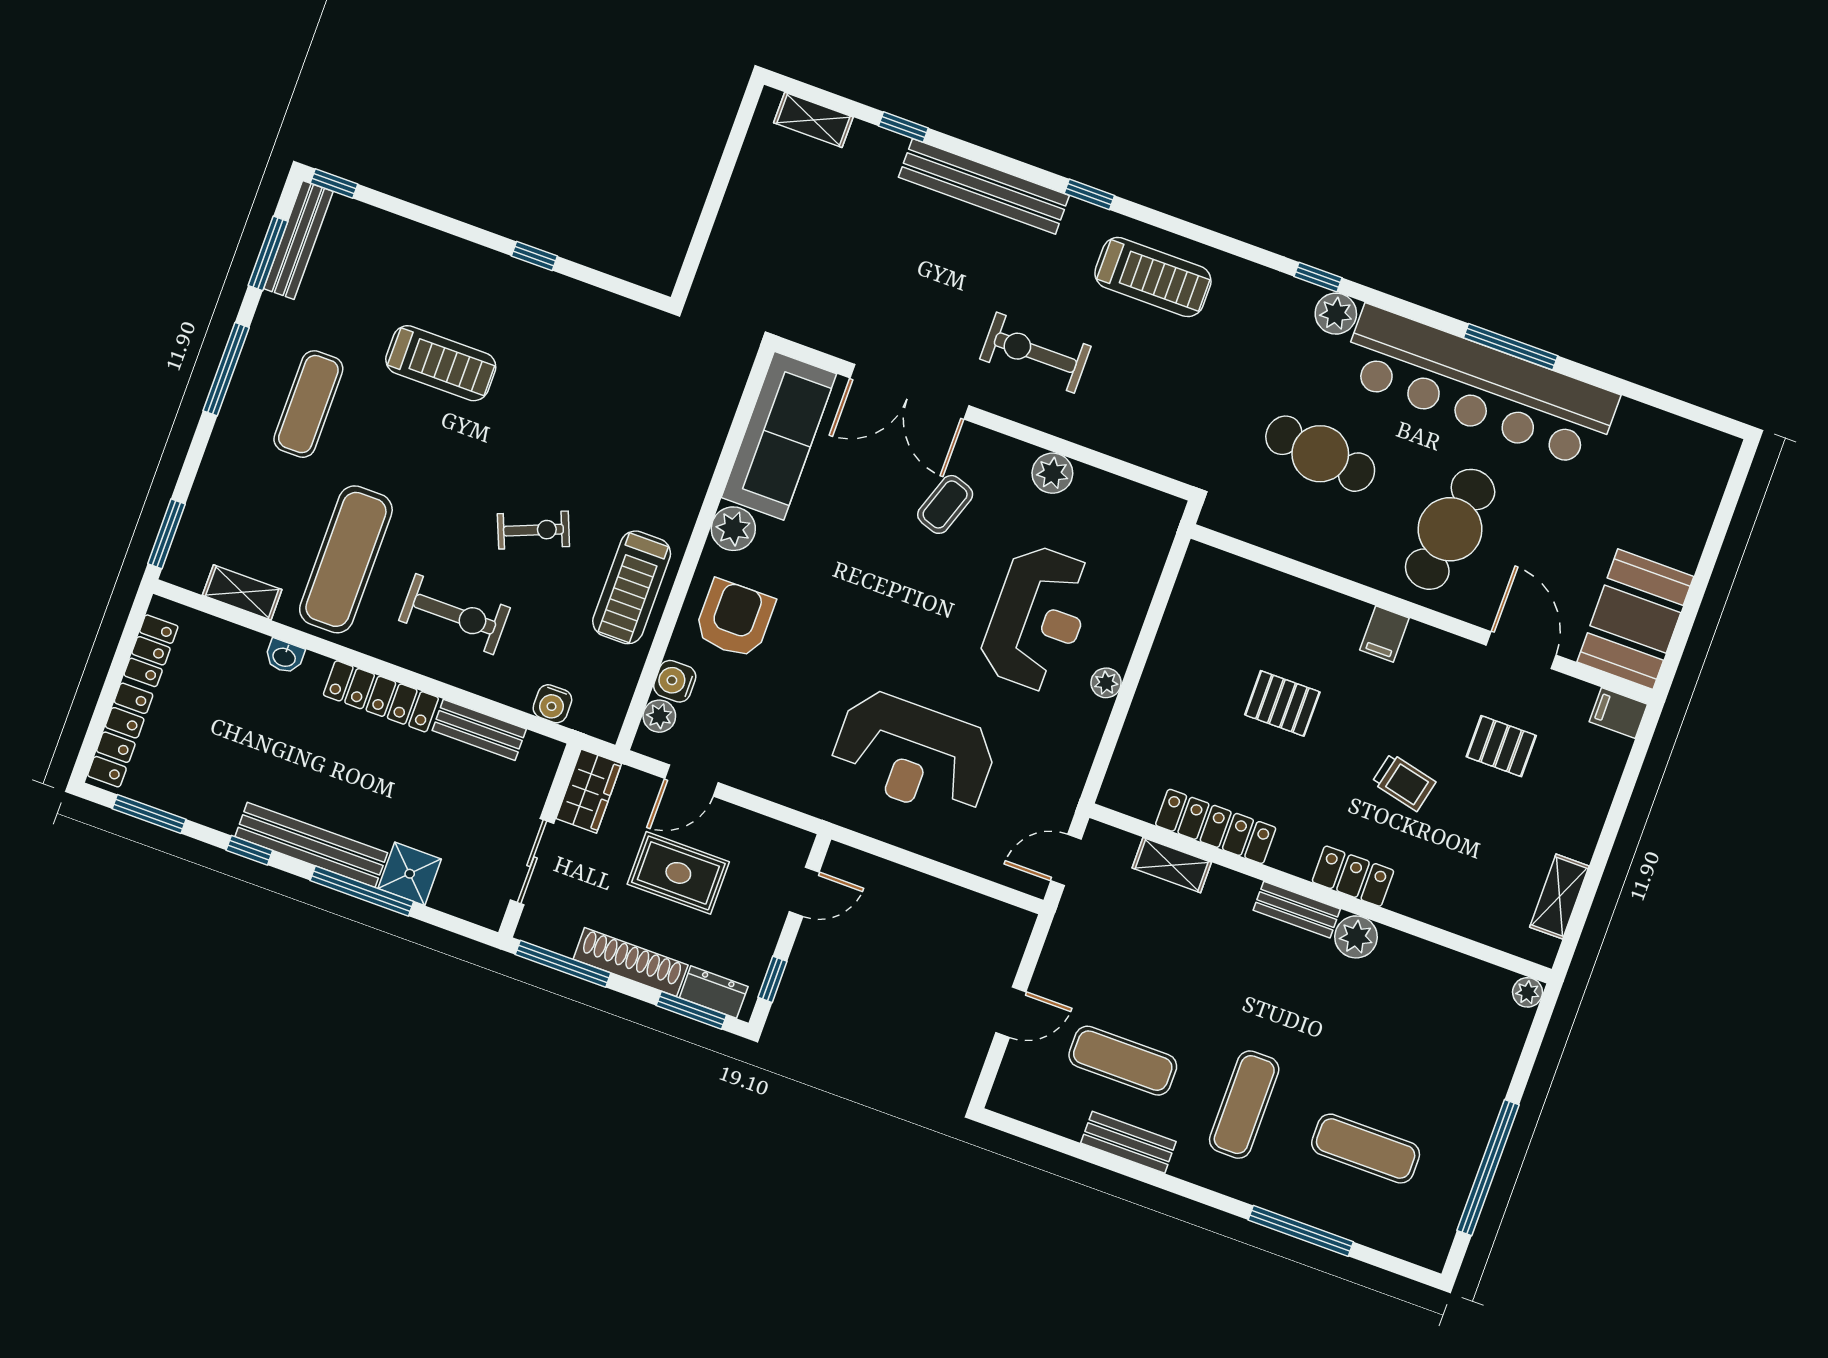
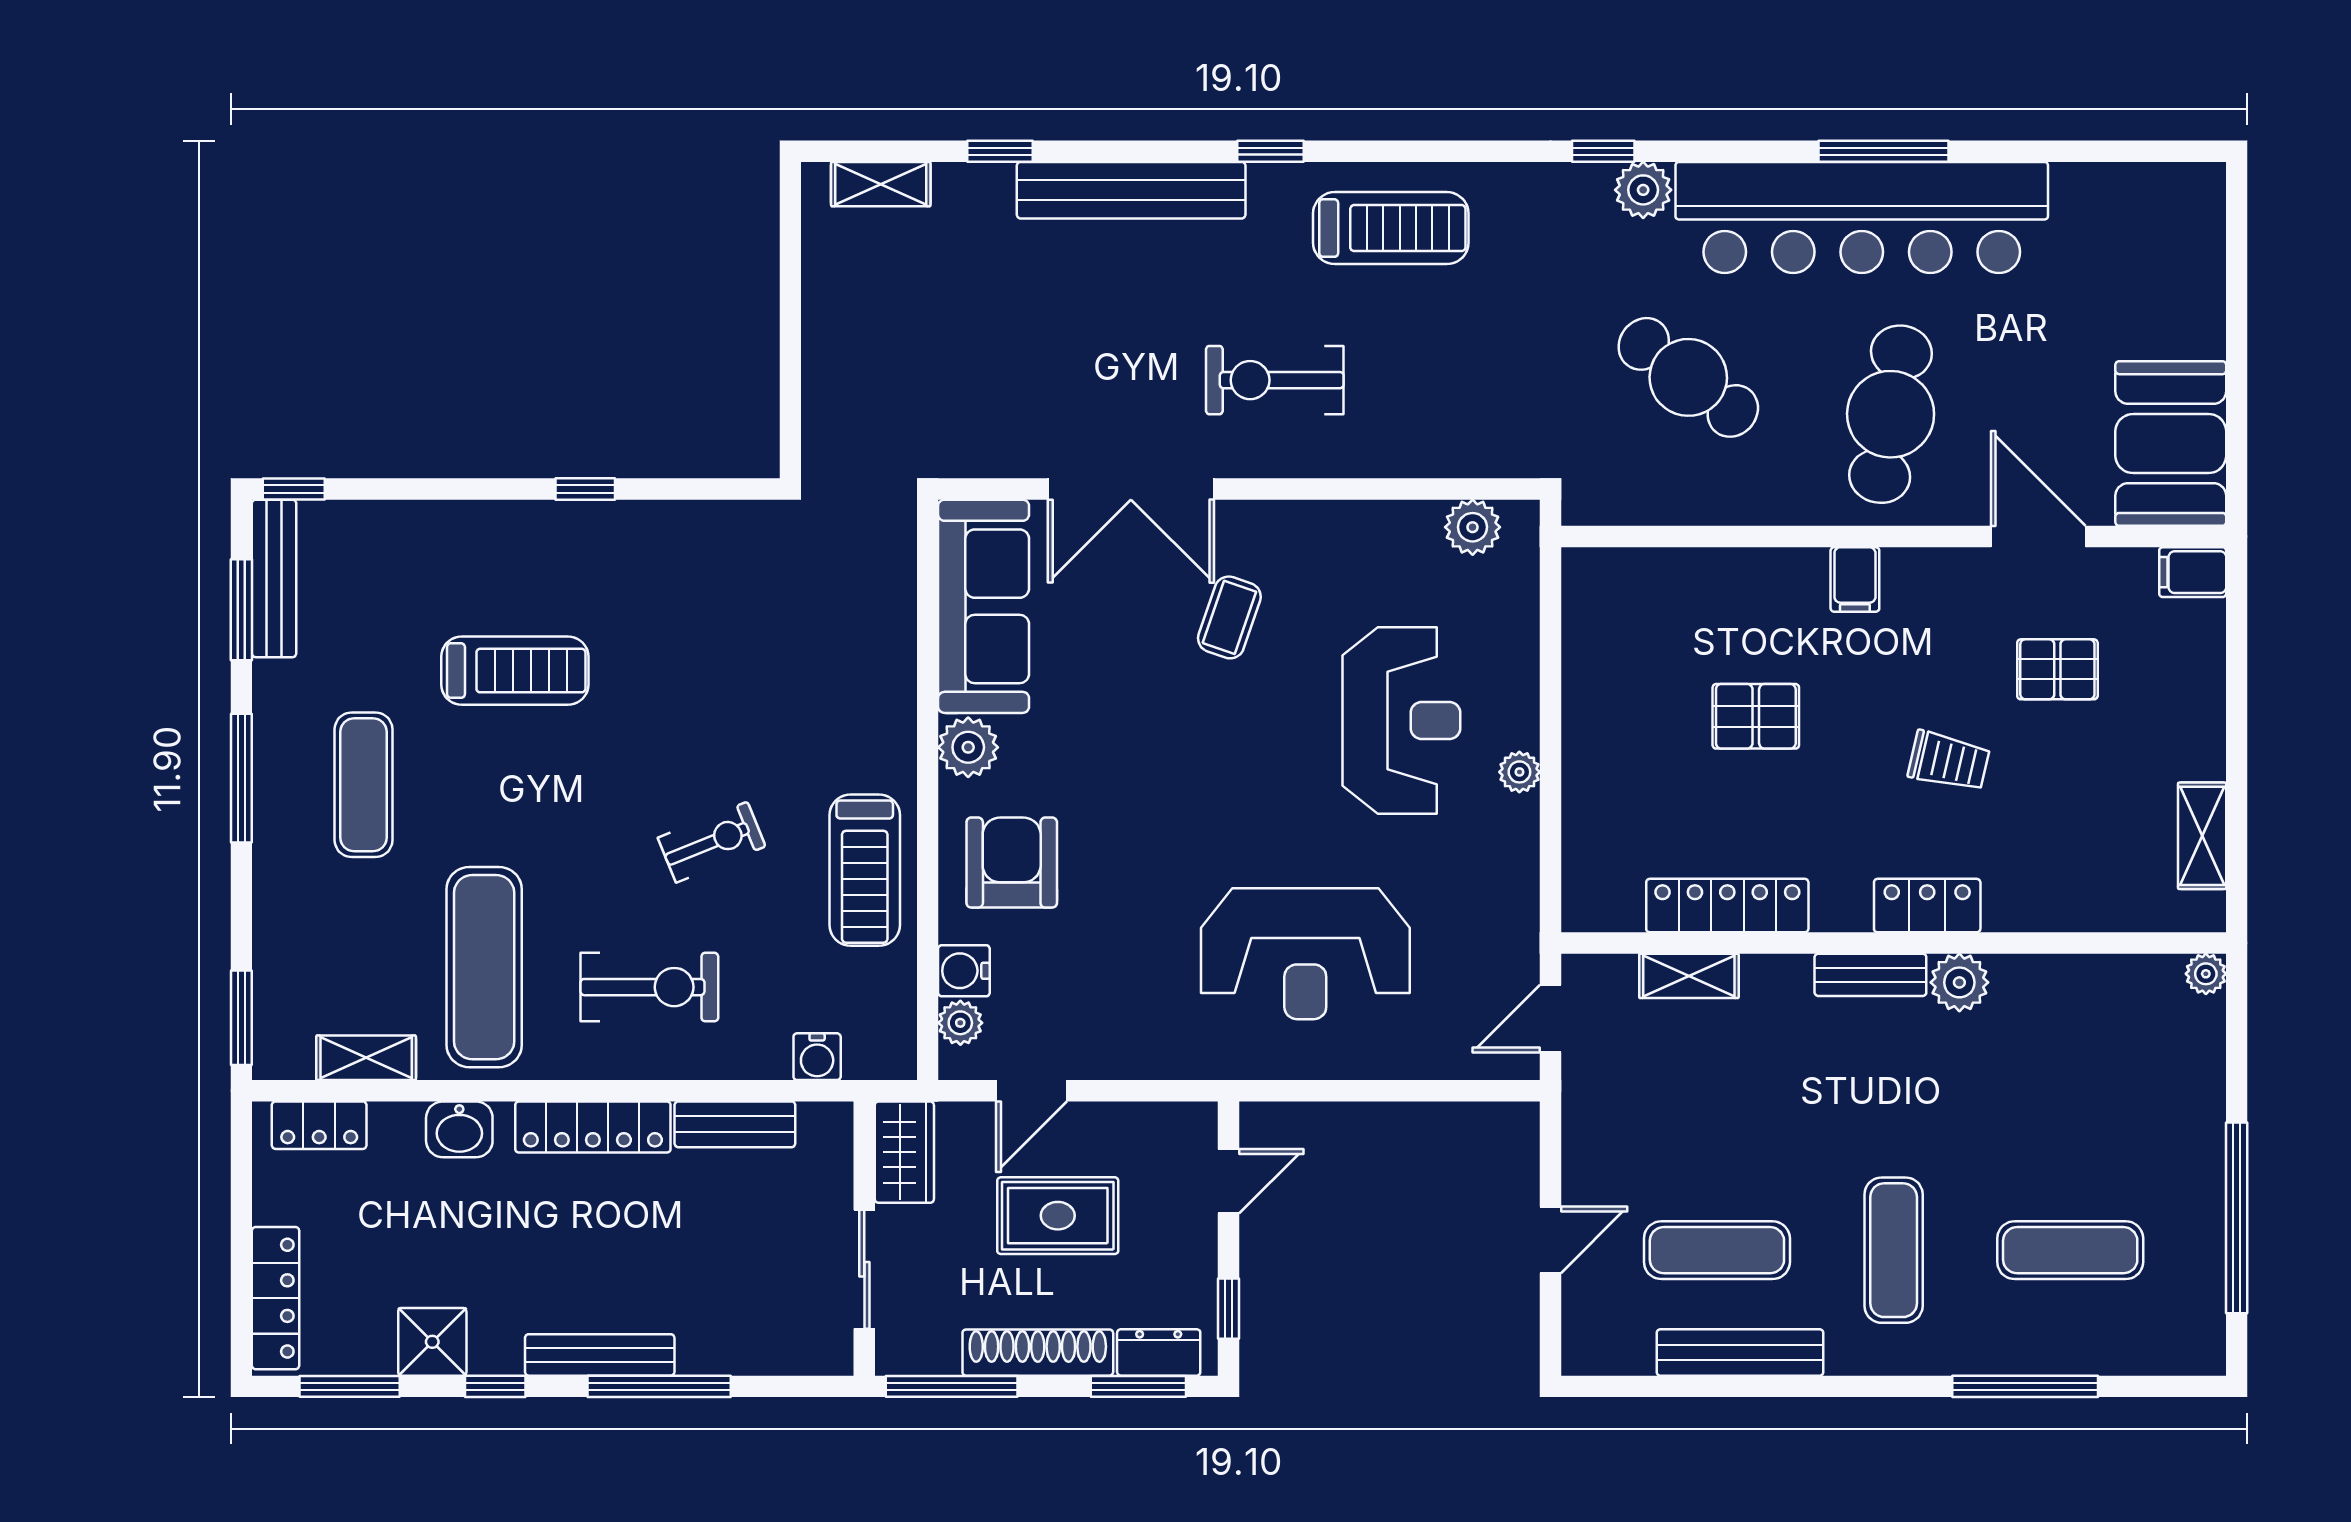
cafe table: (1320, 454) -> (1688, 377), turned 30
plant: (1052, 473) -> (1473, 527), moved
locker: (151, 651) -> (319, 1125), moved, turned 90
washbasin: (284, 656) -> (459, 1129), width x1.38, depth x1.45
bench: (311, 845) -> (600, 1355), width x0.73, depth x0.82
shower: (410, 874) -> (432, 1342), moved
bench: (1128, 1142) -> (1740, 1352), width x1.36

